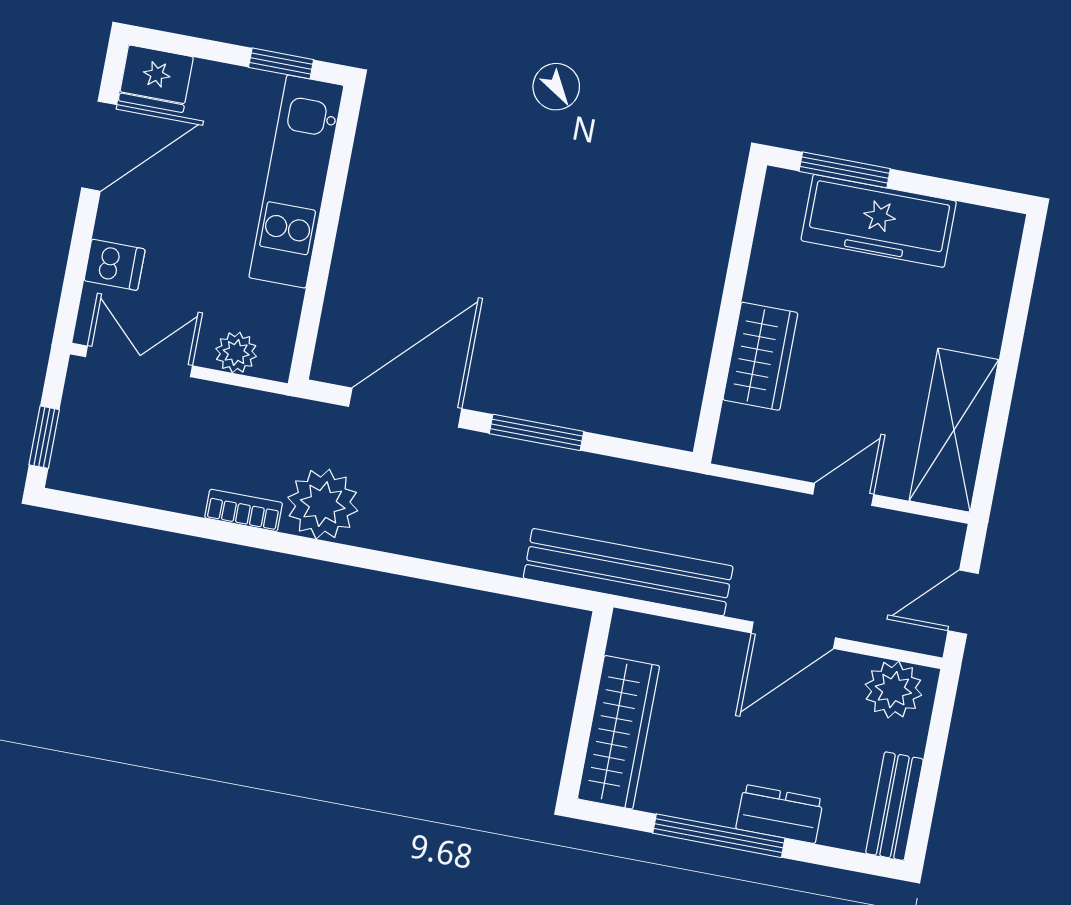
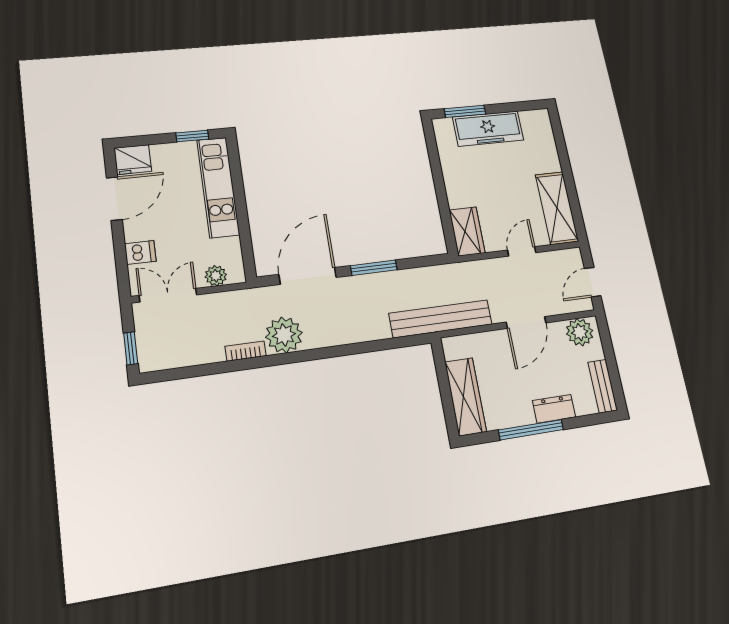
wardrobe: (760, 356) -> (467, 231), moved

